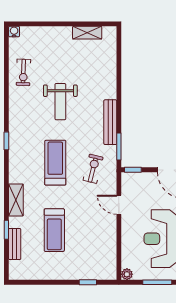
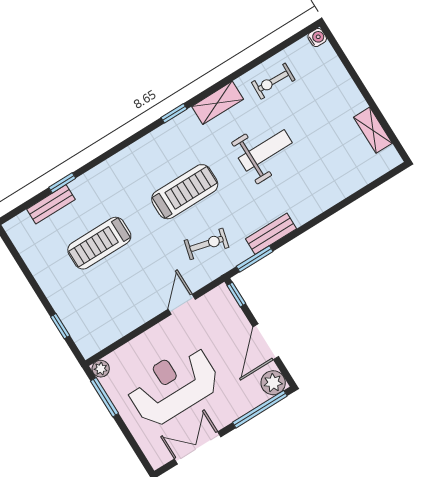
weight bench: (60, 102) -> (265, 150), turned 180
bench: (110, 122) -> (271, 234), width x0.73
shelving: (16, 200) -> (218, 103), moved
window: (157, 282) -> (104, 397), moved

